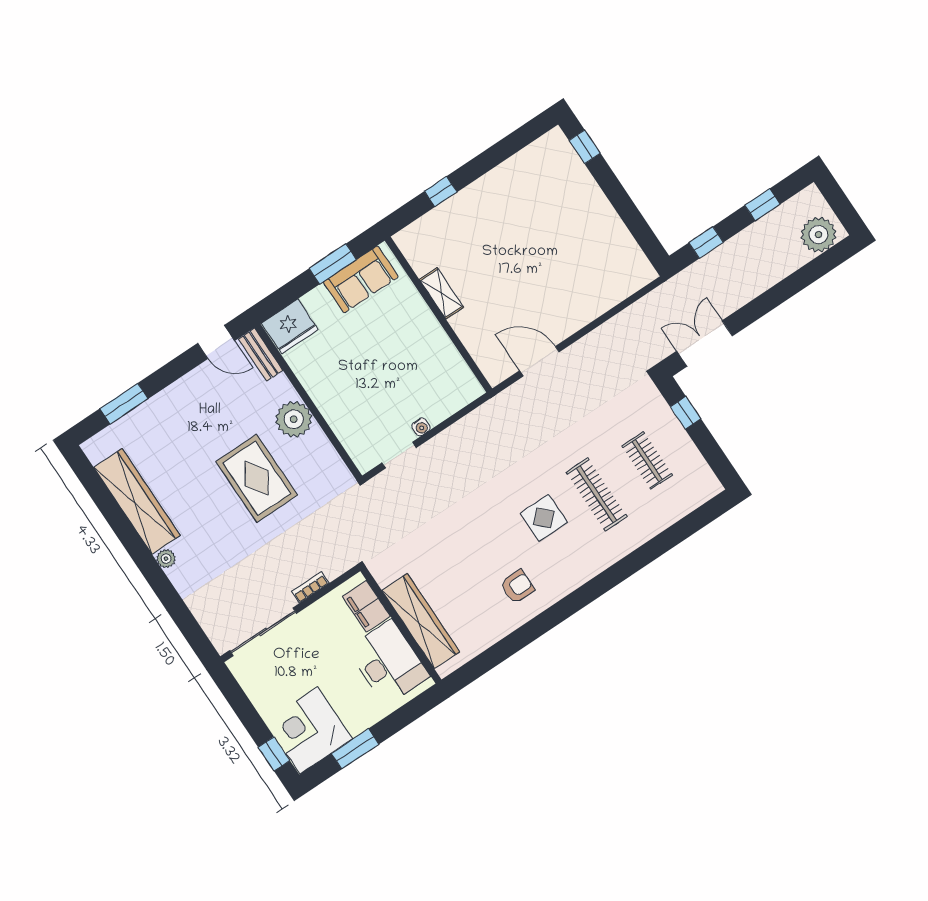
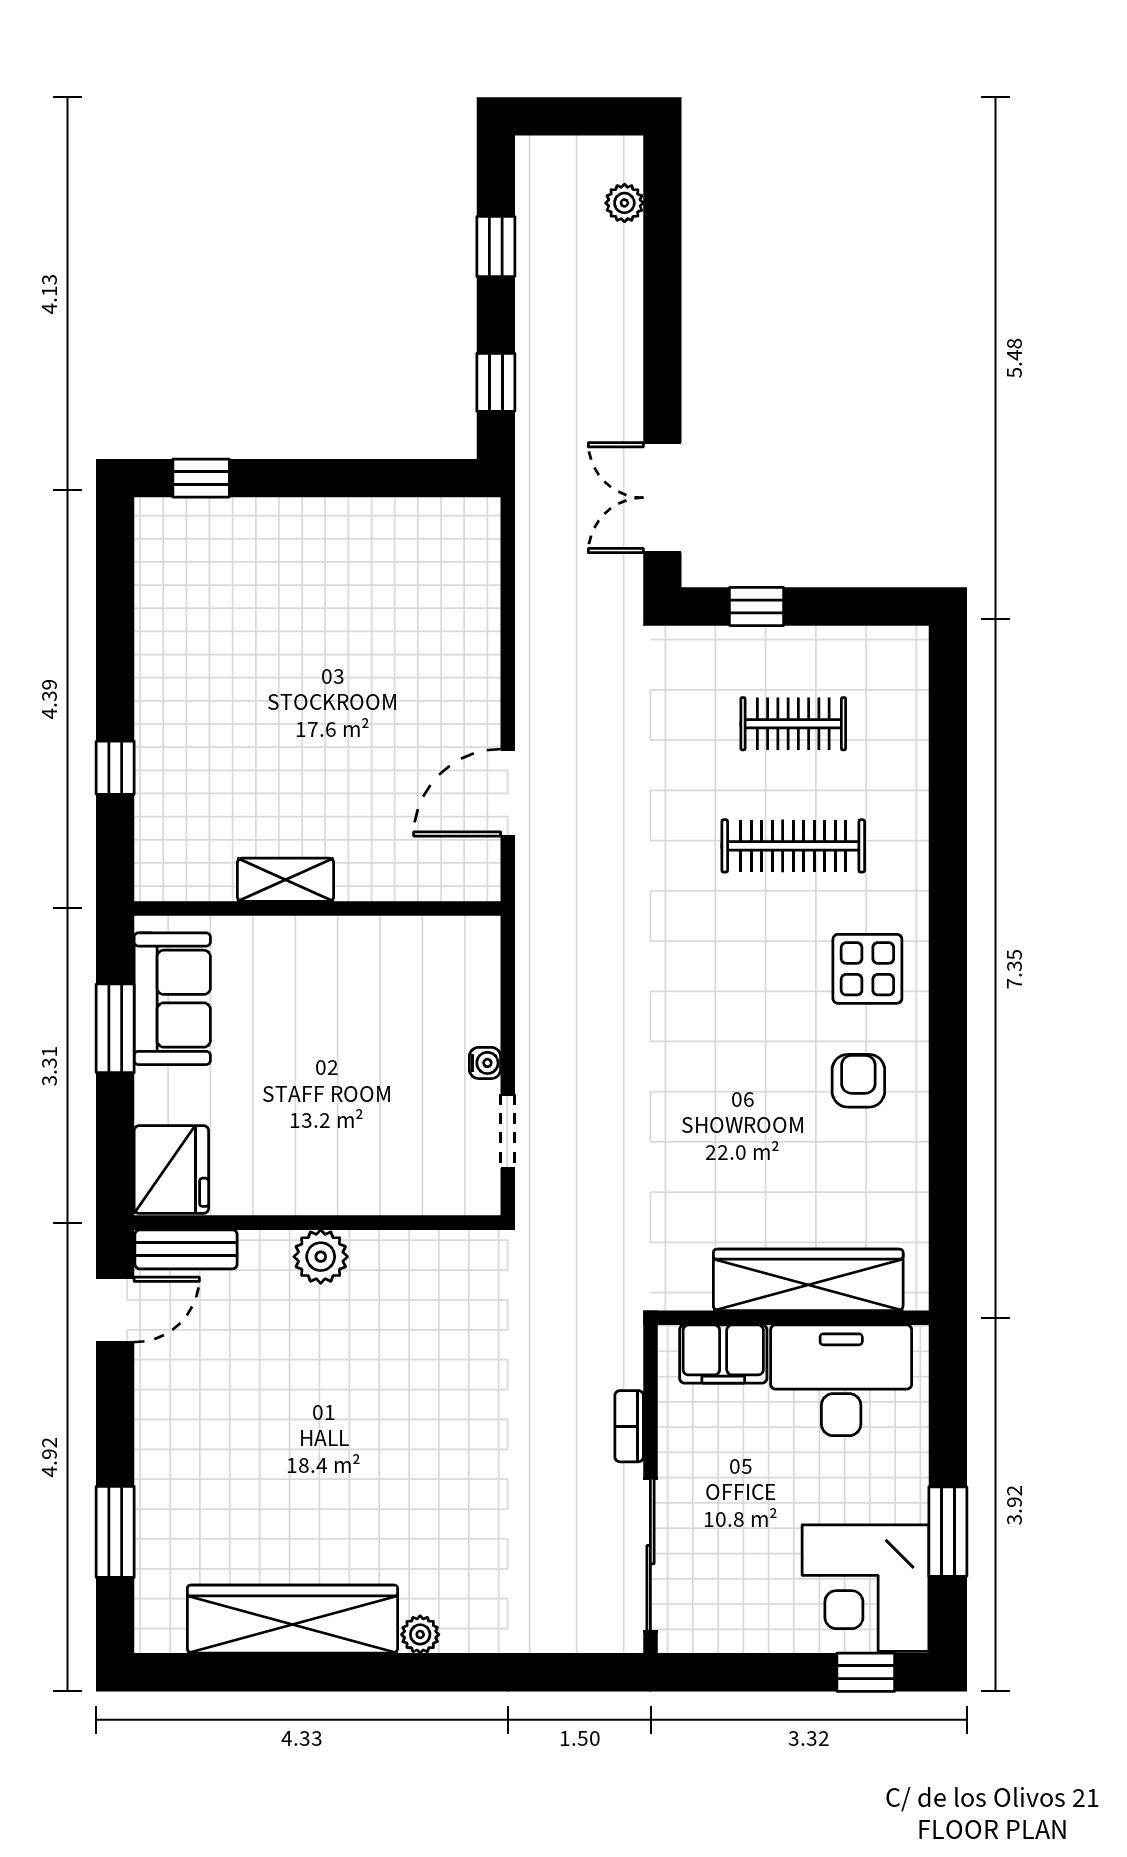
plant: (818, 235) -> (624, 203), width x0.53, depth x0.53
plant: (294, 419) -> (321, 1257), width x0.73, depth x0.73
rug: (257, 478) -> (387, 1394), removed
display table: (544, 518) -> (867, 969), moved

